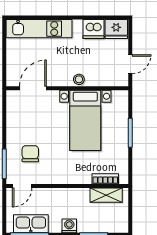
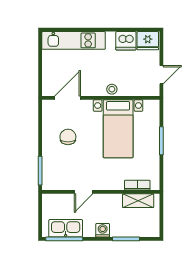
chair: (30, 154) -> (68, 137), moved
door: (22, 186) -> (84, 192), moved

